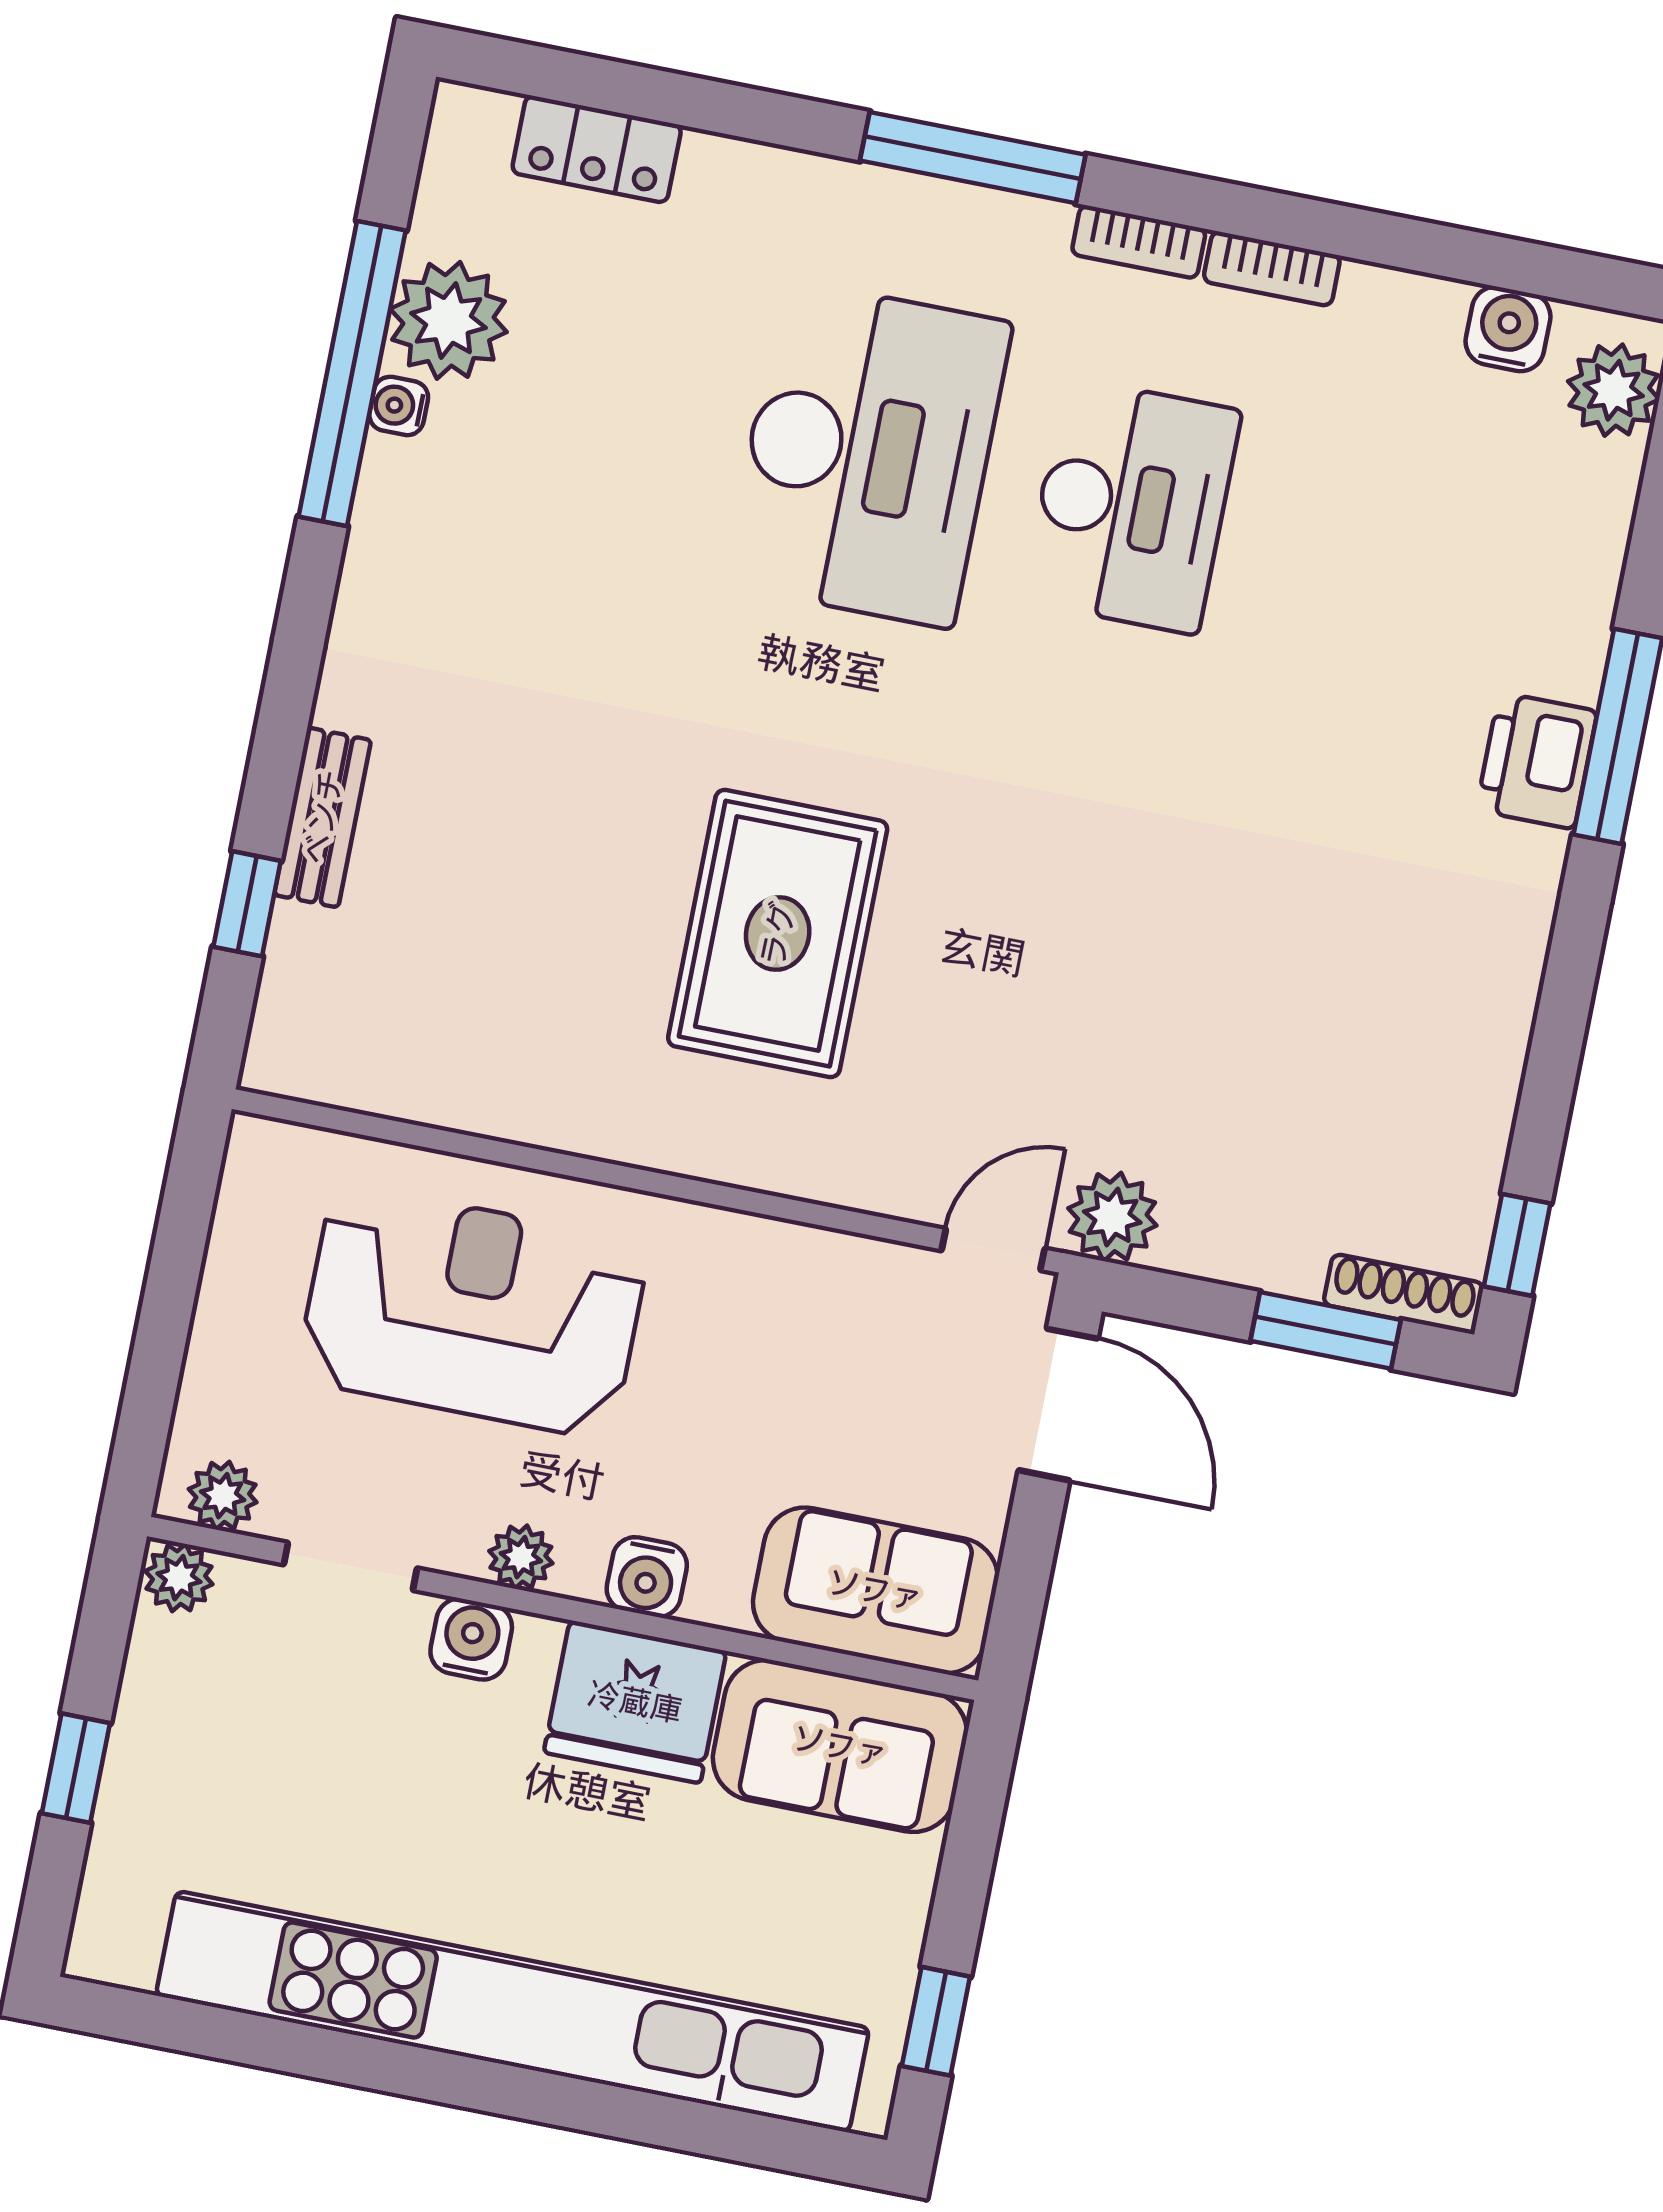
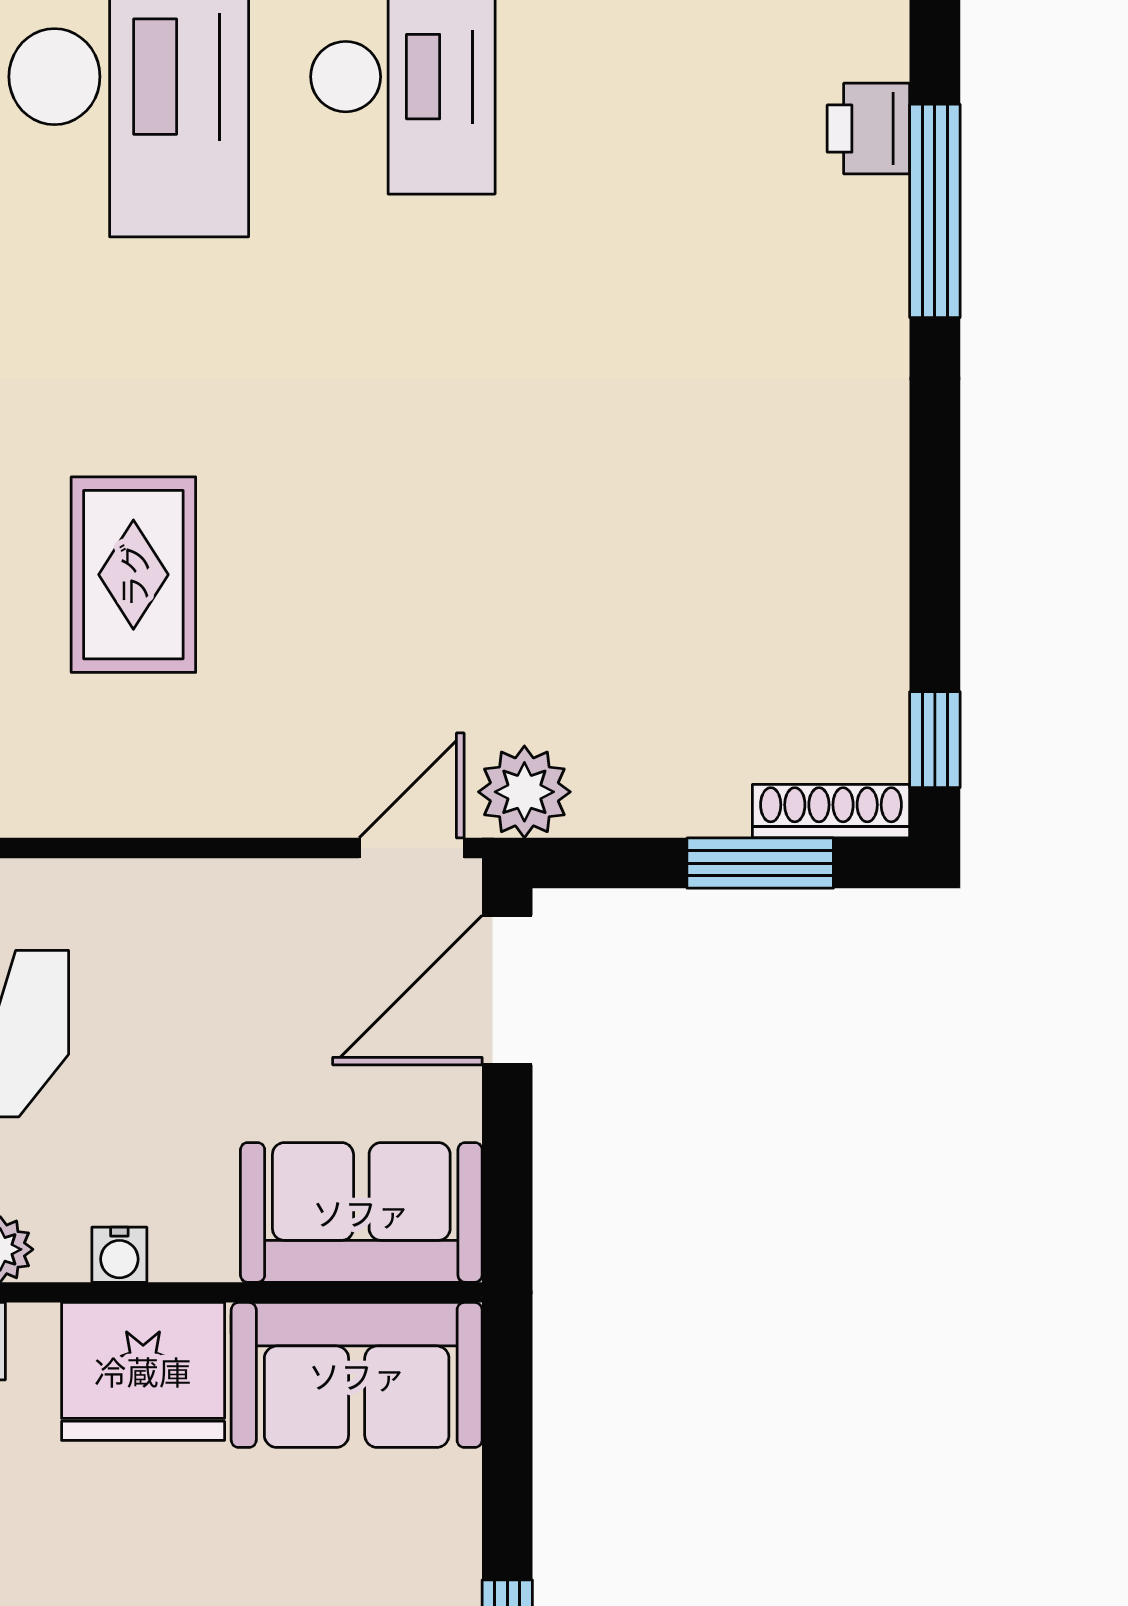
printer: (1537, 761) -> (868, 129), moved, width x0.73, depth x0.81
rug: (778, 934) -> (133, 575), width x0.73, depth x0.70
door: (1058, 1404) -> (507, 990), swing flipped
water cooler: (647, 1577) -> (119, 1255), width x0.72, depth x0.72

